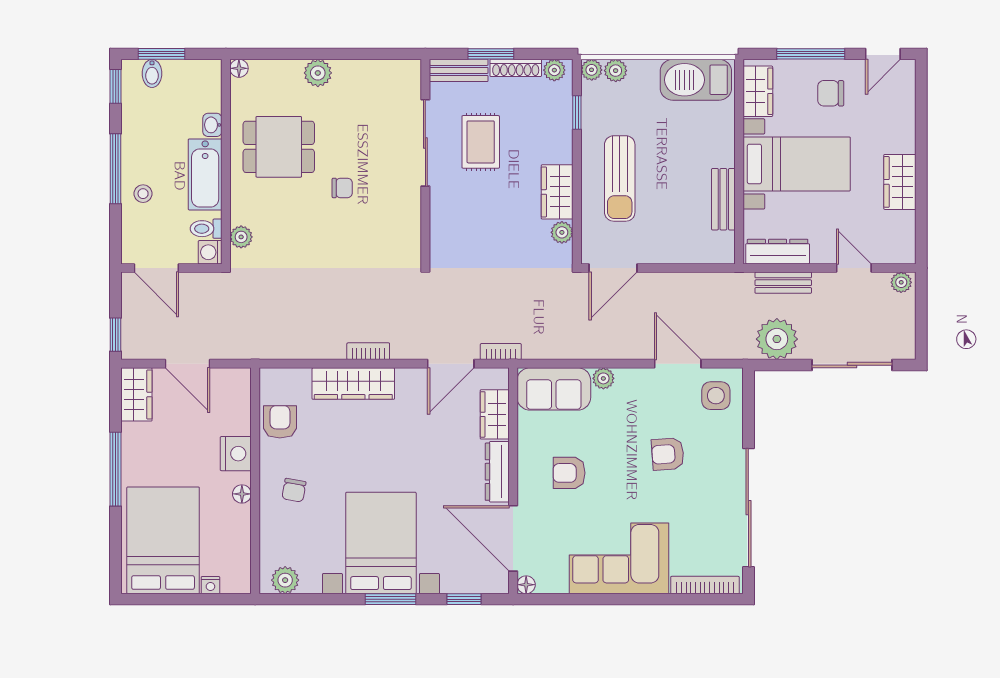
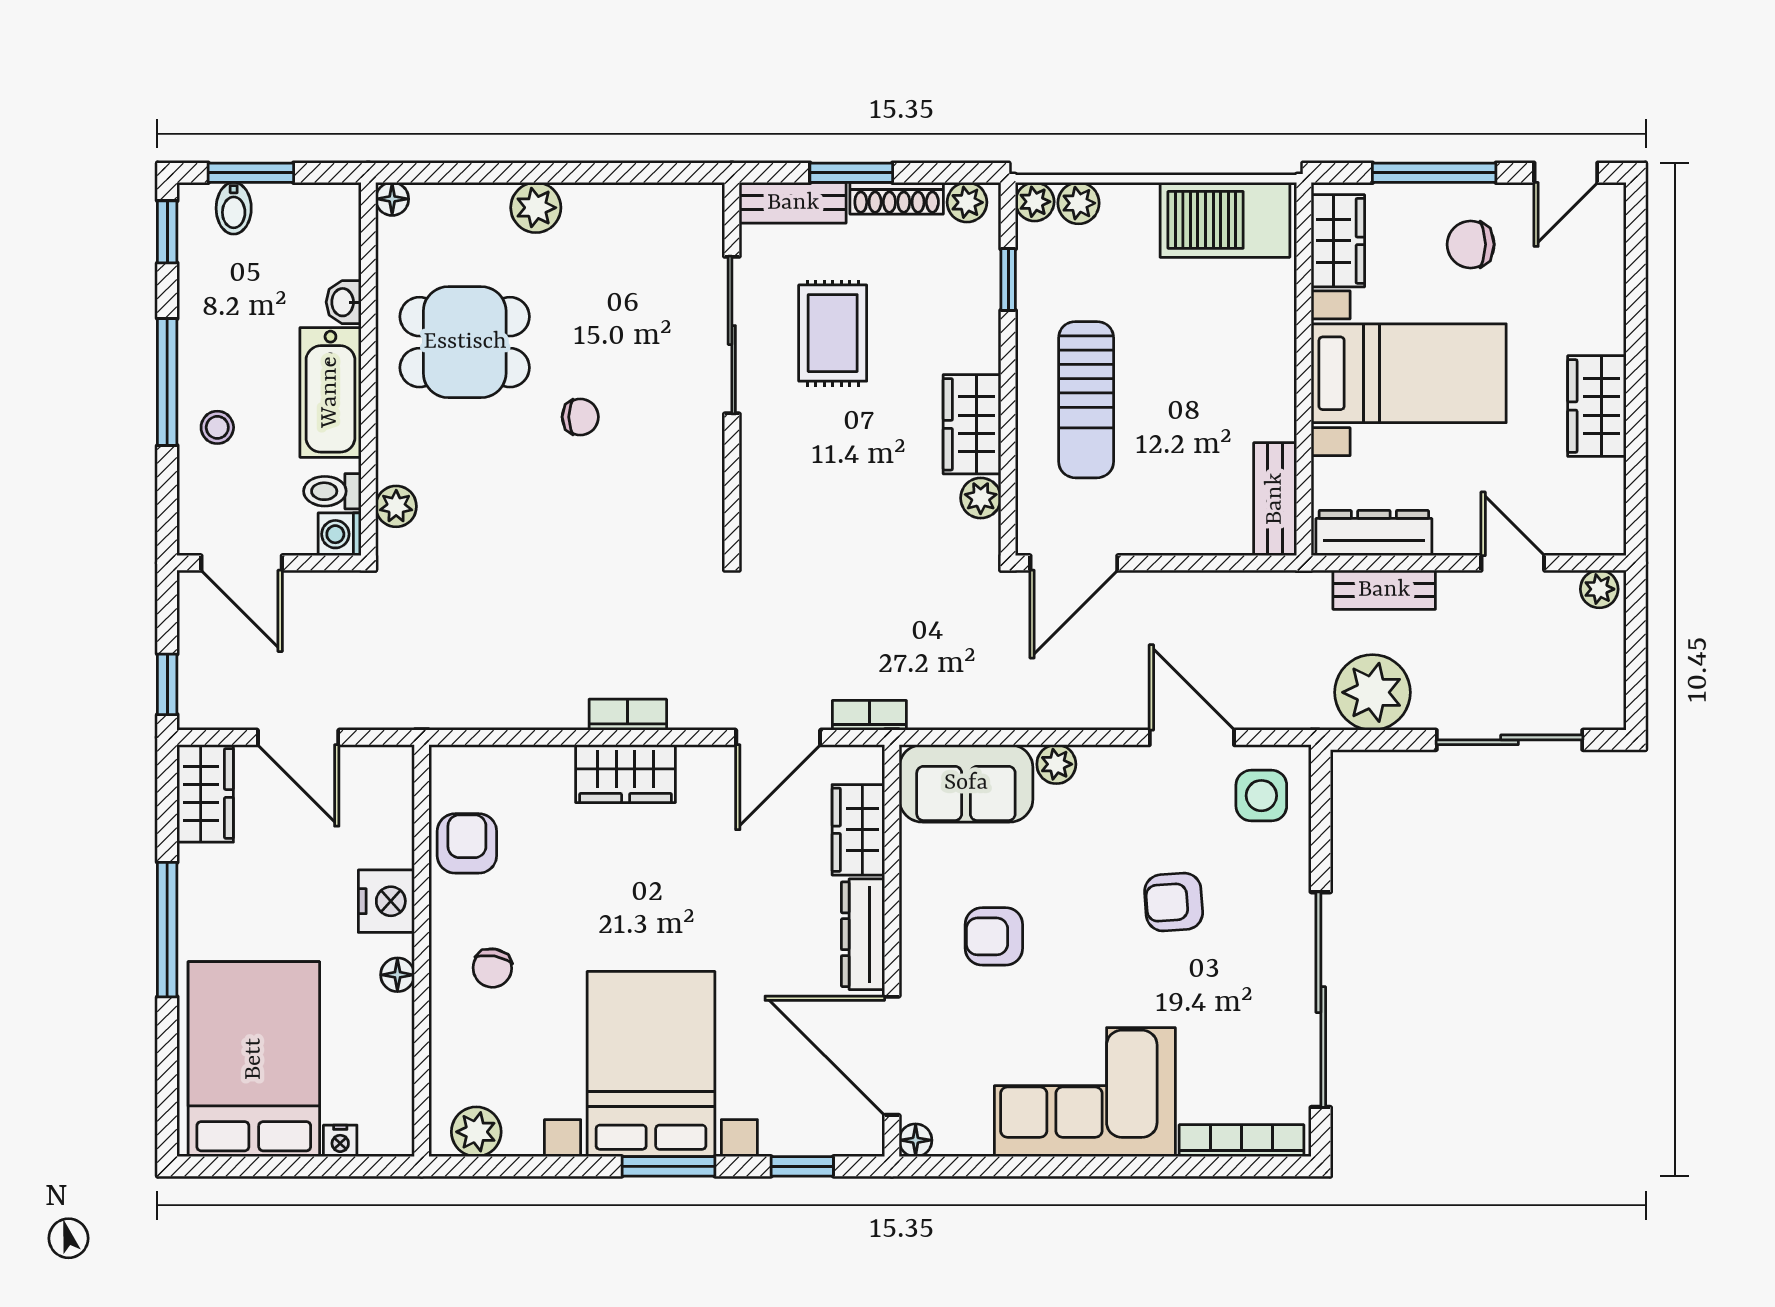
bench: (723, 199) -> (1275, 499), moved
wardrobe: (353, 384) -> (626, 774), width x0.67

